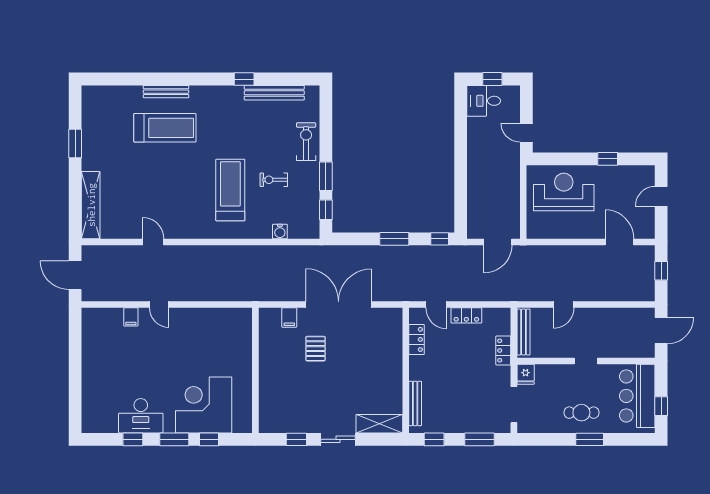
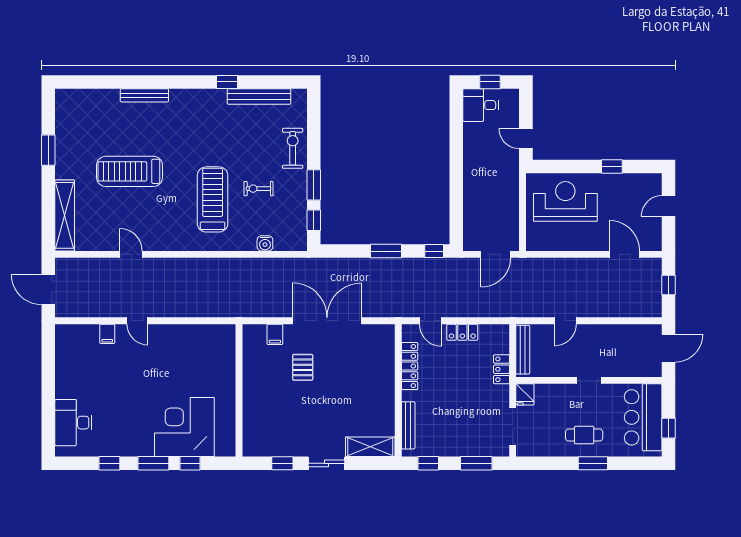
treadmill: (165, 128) -> (130, 171), moved, turned 180
locker: (417, 339) -> (410, 366), width x1.53
desk: (141, 416) -> (73, 423), moved, turned 90

